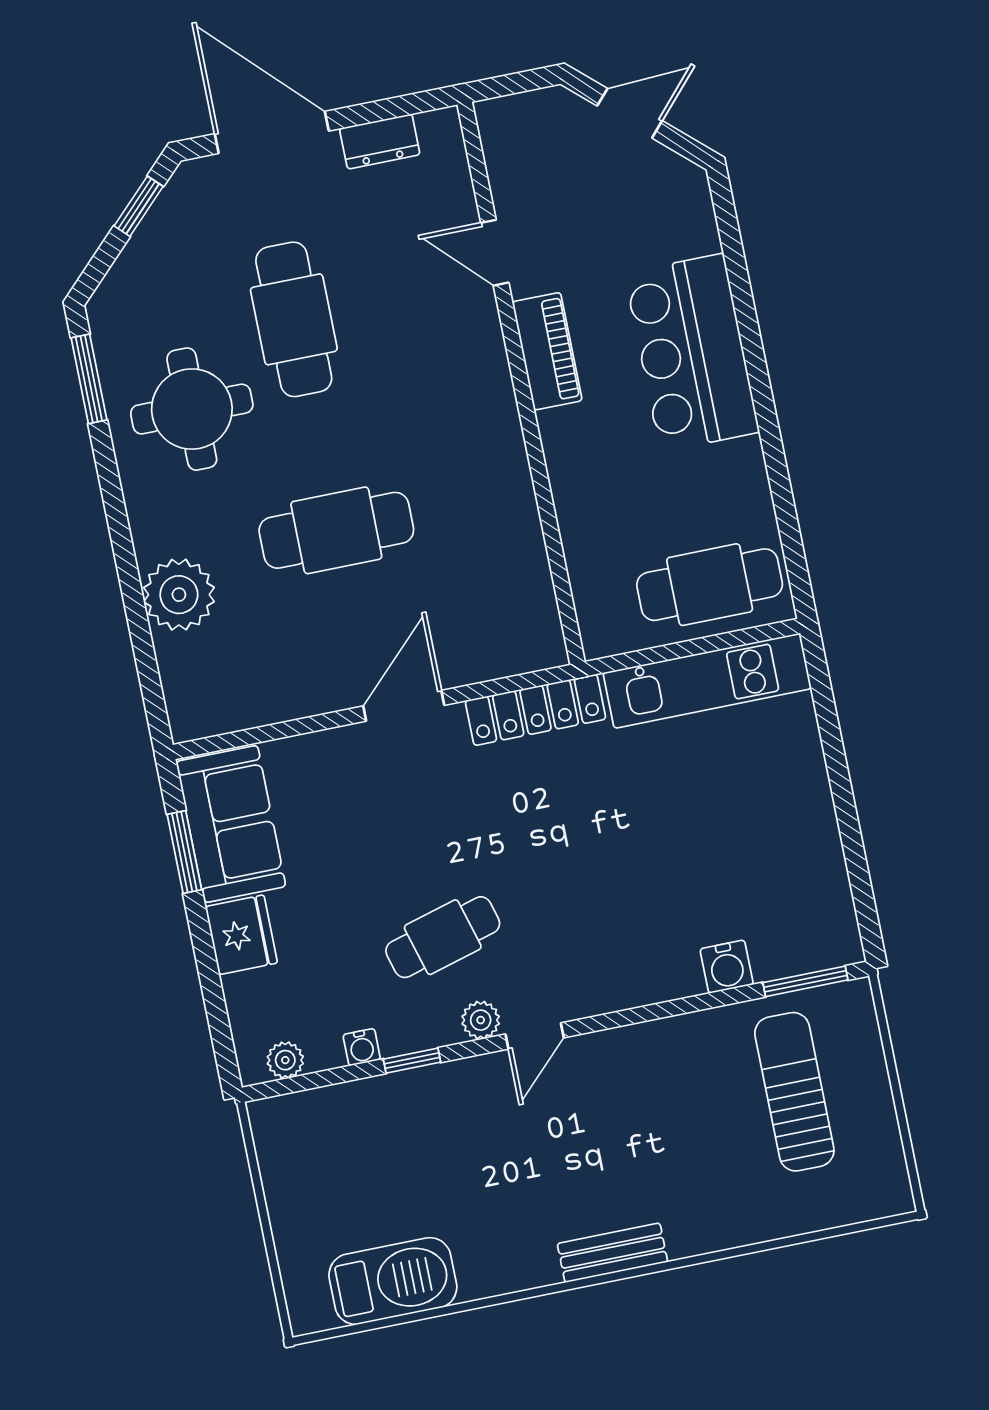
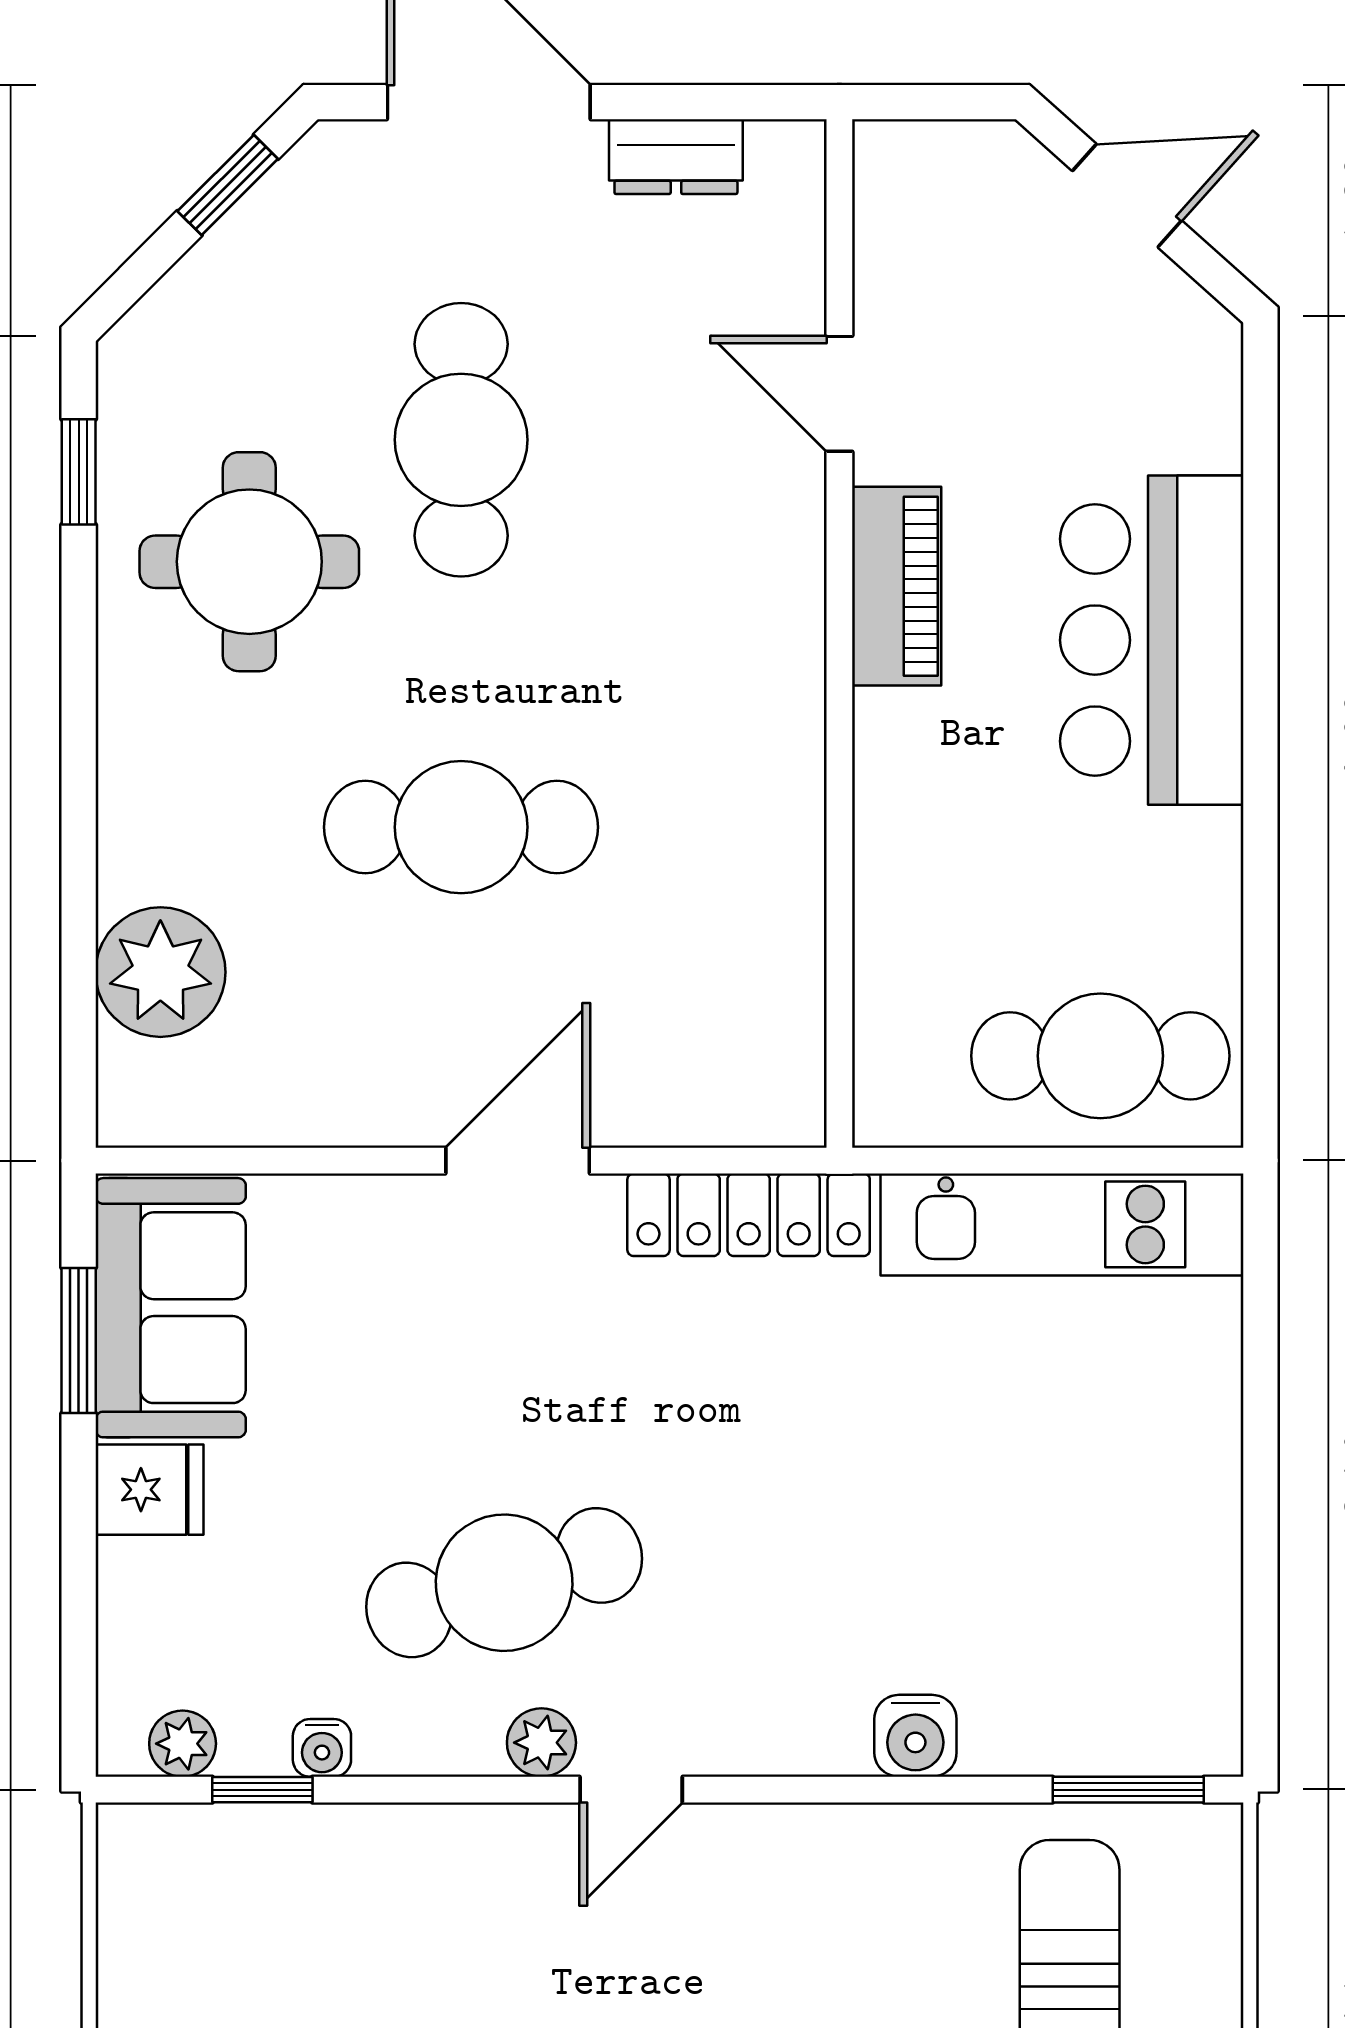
window: (89, 379) -> (79, 472), width x0.67
plant: (179, 595) -> (160, 972), moved
fridge: (241, 935) -> (149, 1490), width x0.72
cafe table: (443, 937) -> (504, 1583), width x1.37, depth x1.35
water cooler: (727, 967) -> (915, 1736), moved
window: (412, 1061) -> (262, 1790), moved

